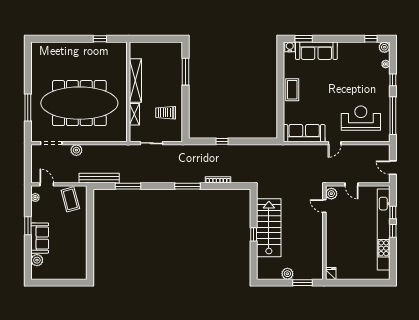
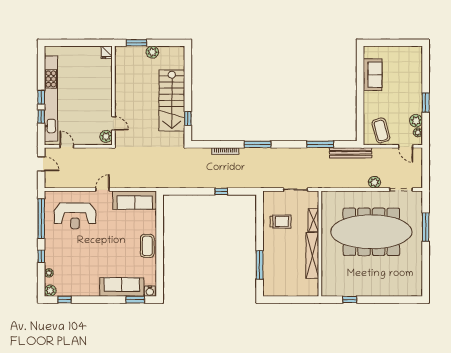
door: (352, 184) -> (67, 146), moved
window: (254, 234) -> (188, 118), moved
sofa: (40, 238) -> (373, 75), moved, turned 180
plant: (37, 260) -> (416, 121), moved

